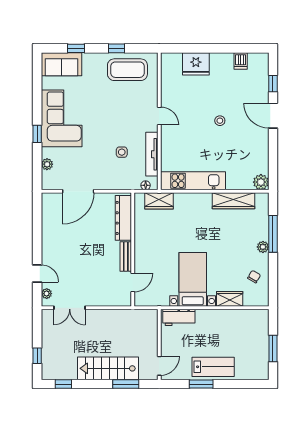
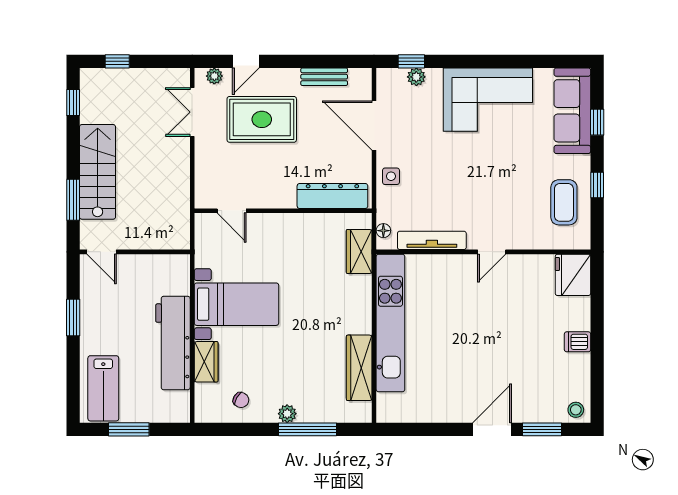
dishwasher: (241, 61) -> (577, 342), moved
sofa: (62, 64) -> (572, 111), width x1.36
fridge: (196, 64) -> (573, 275), moved
coffee table: (127, 70) -> (564, 202), width x0.73, depth x0.76
window: (273, 84) -> (542, 429), width x1.50
stool: (220, 121) -> (576, 410), moved
window: (37, 134) -> (411, 61), moved
side table: (122, 152) -> (391, 176), moved
kitchen unit: (193, 181) -> (390, 323), width x1.36
plant: (261, 182) -> (388, 411), removed
bench: (126, 256) -> (324, 77), moved
rug: (74, 263) -> (262, 119), added
workbench: (179, 317) -> (173, 343), moved, width x1.88, depth x1.32
lab bench: (213, 367) -> (103, 388), moved

